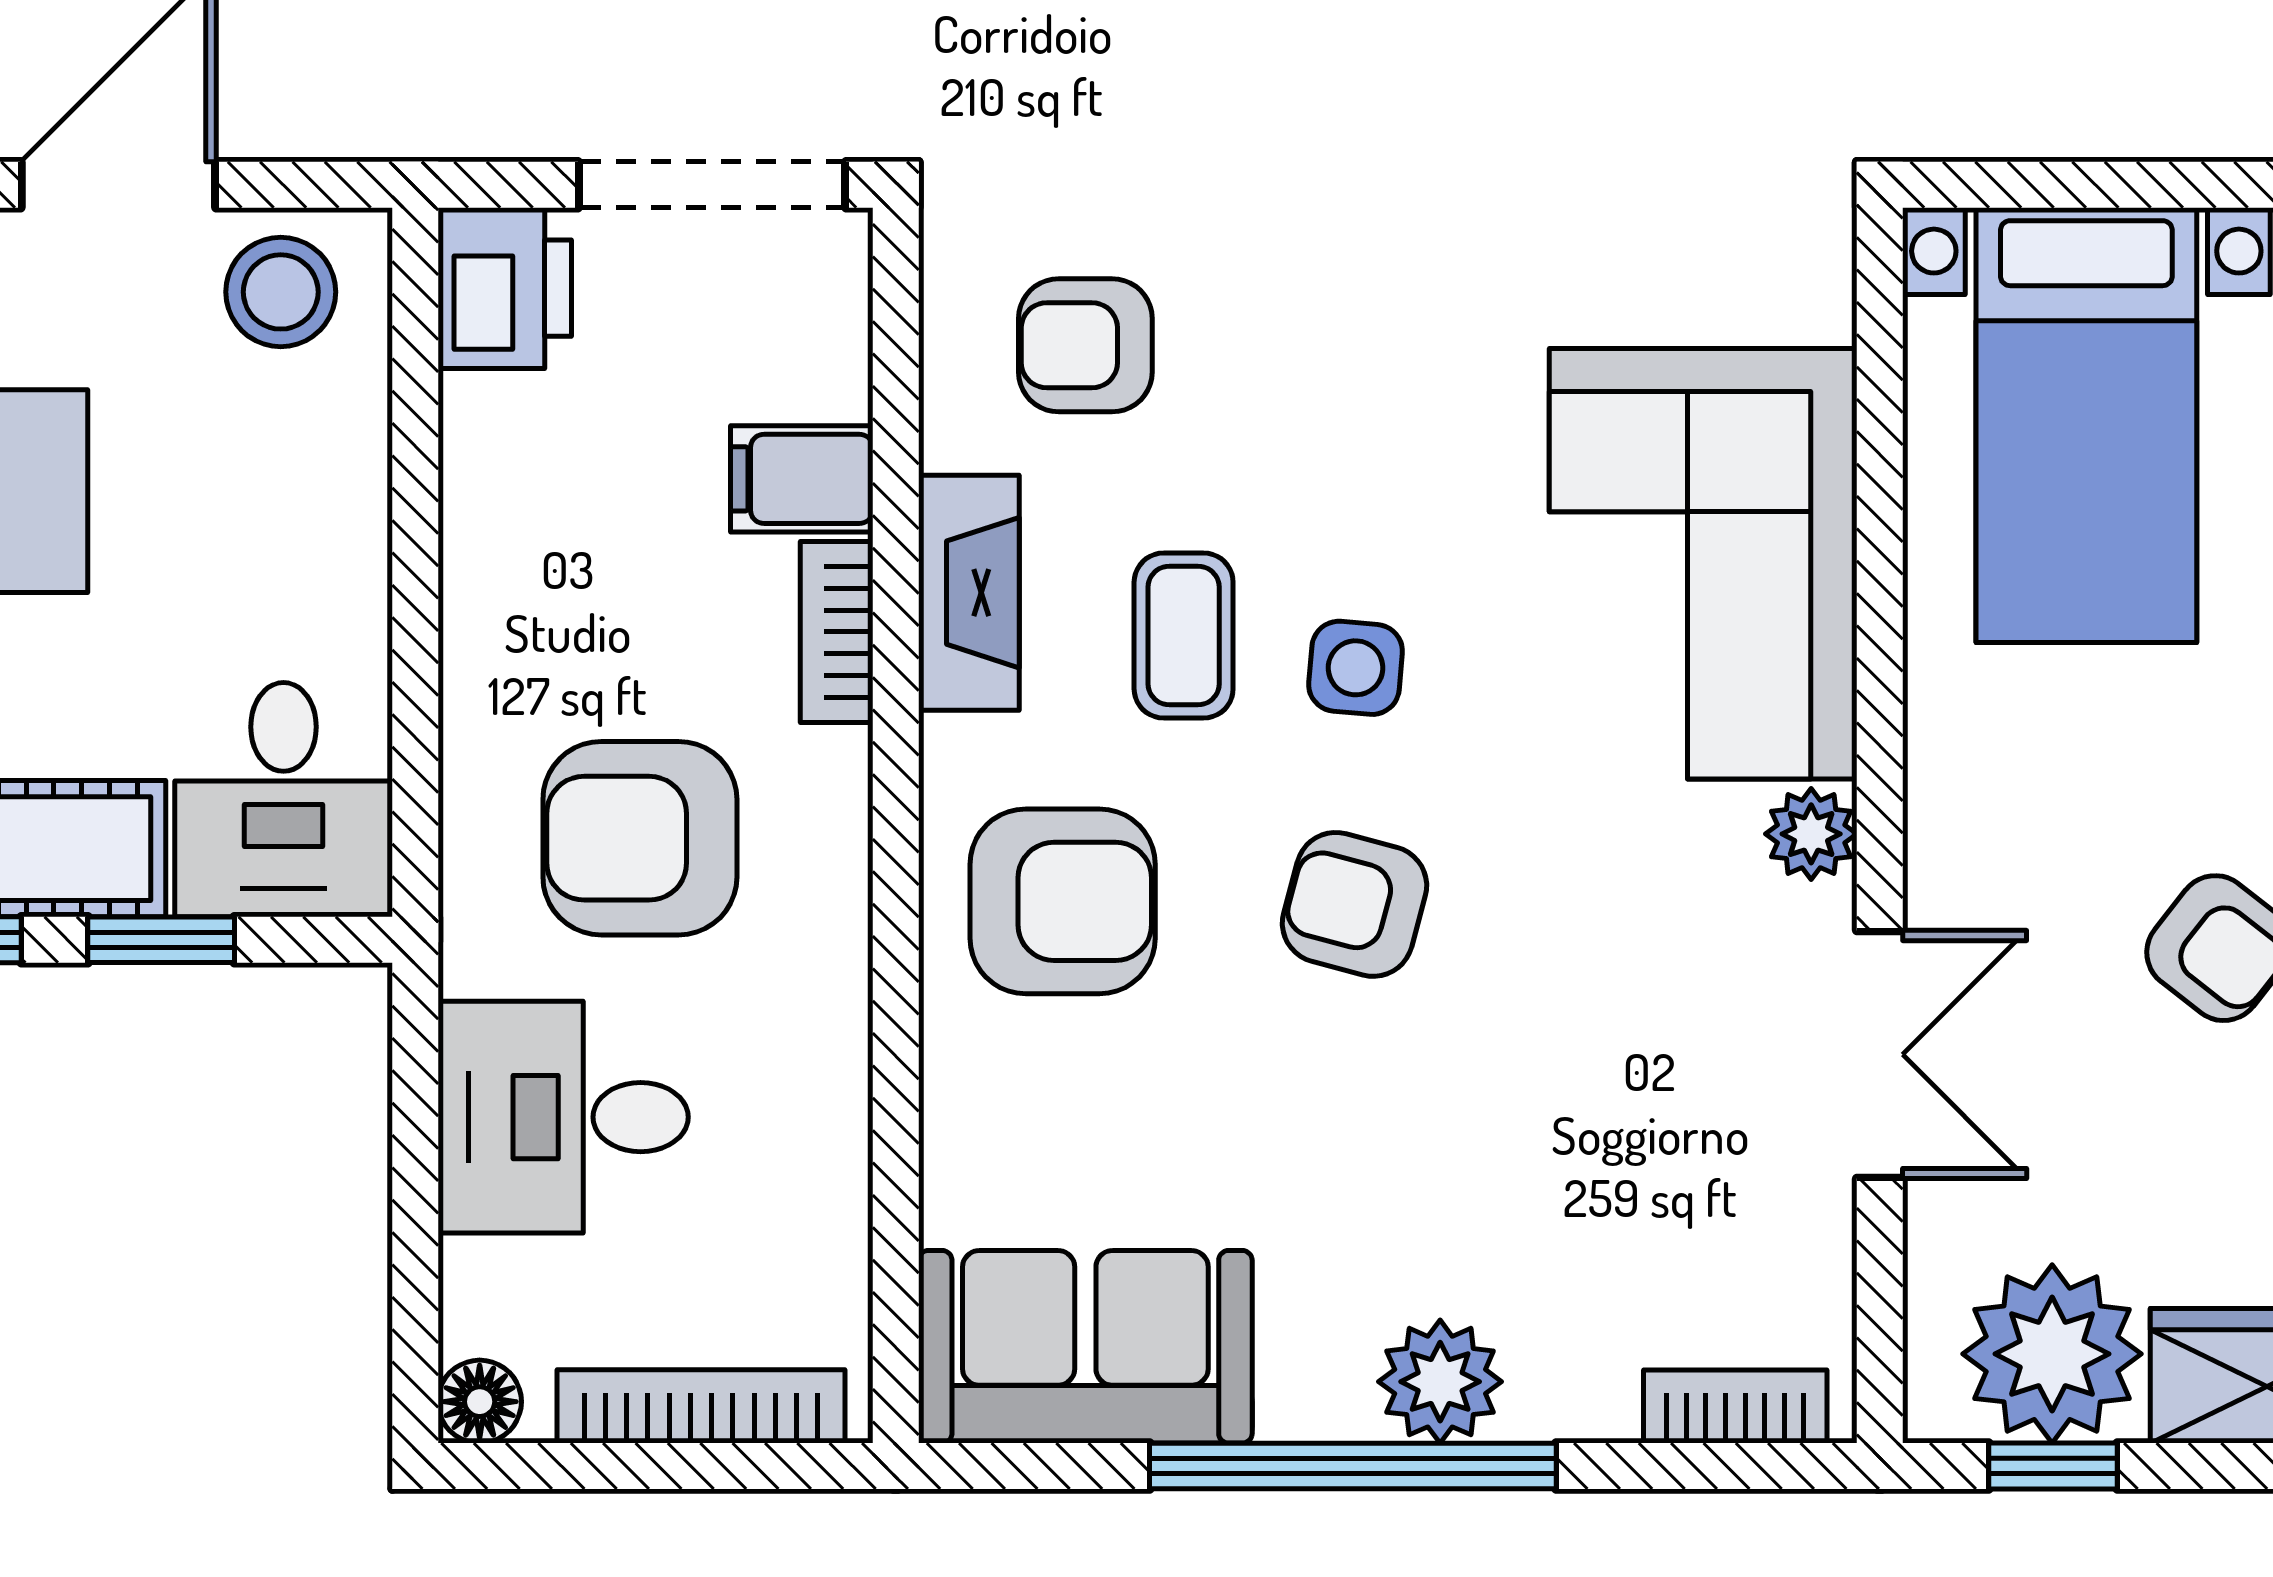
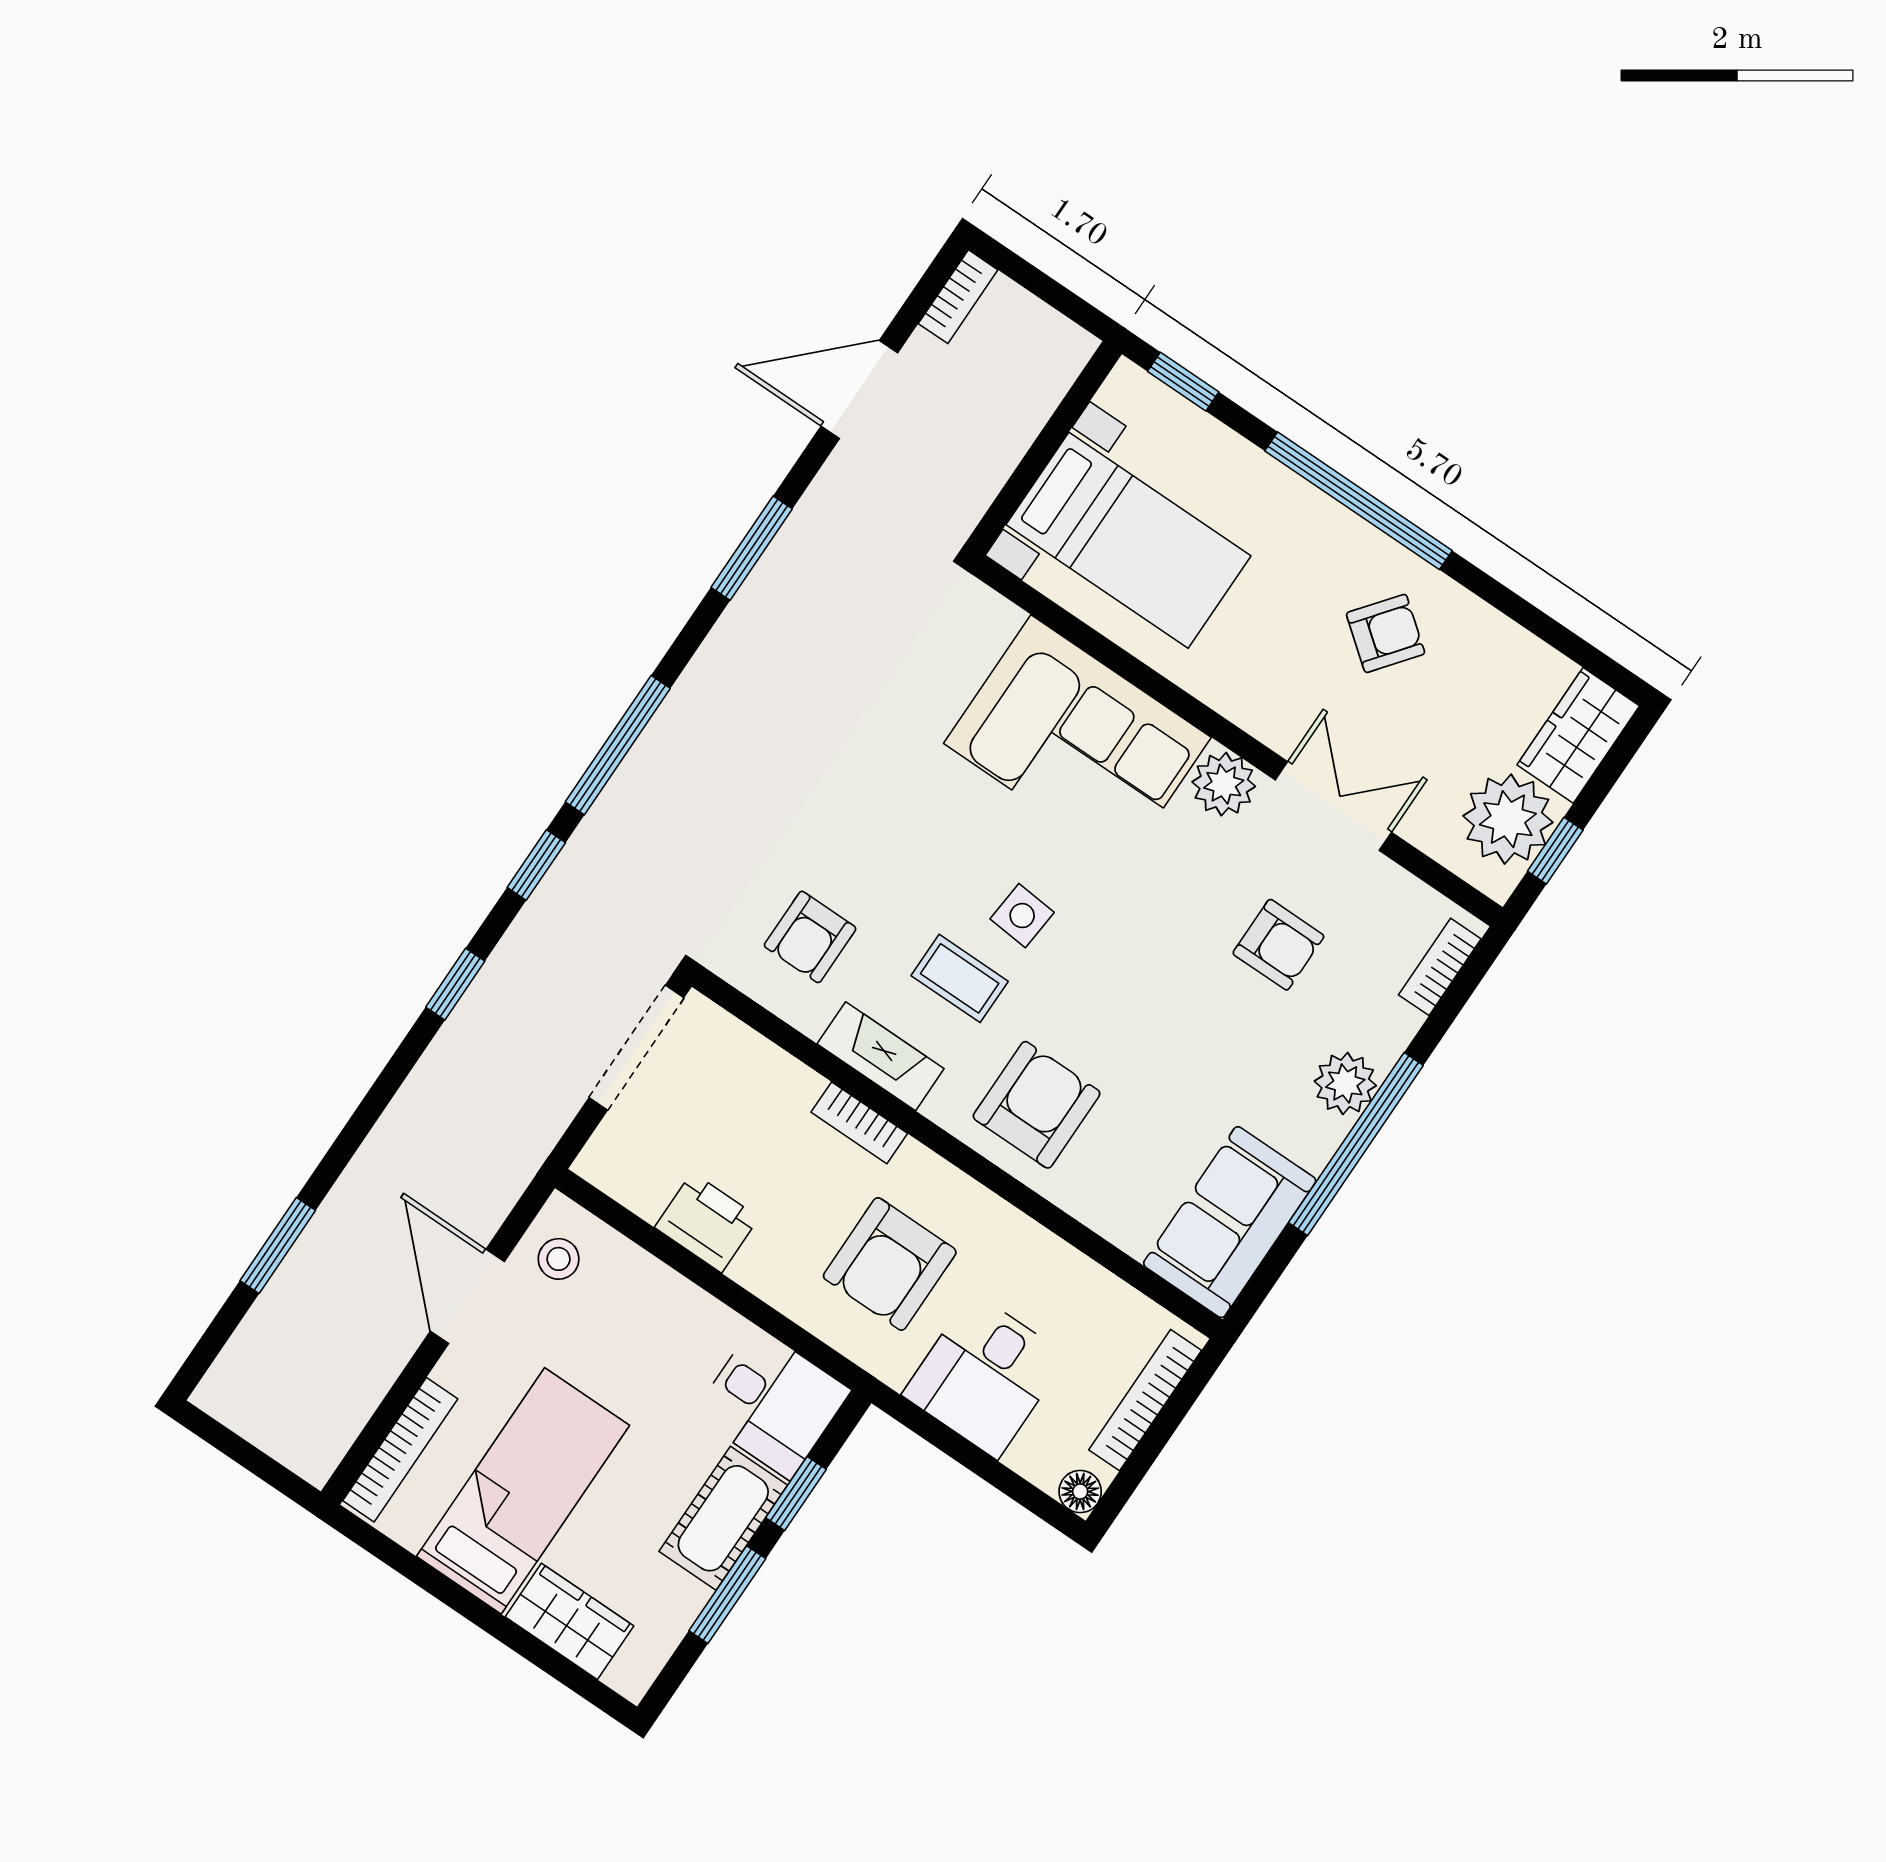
printer: (505, 288) -> (707, 1222), moved
stool: (281, 292) -> (559, 1259), width x0.73, depth x0.73
filing cabinet: (802, 479) -> (785, 1094), removed
plant: (1811, 834) -> (1224, 784), width x1.38, depth x1.38
armchair: (1354, 904) -> (1278, 945), moved, turned -105

